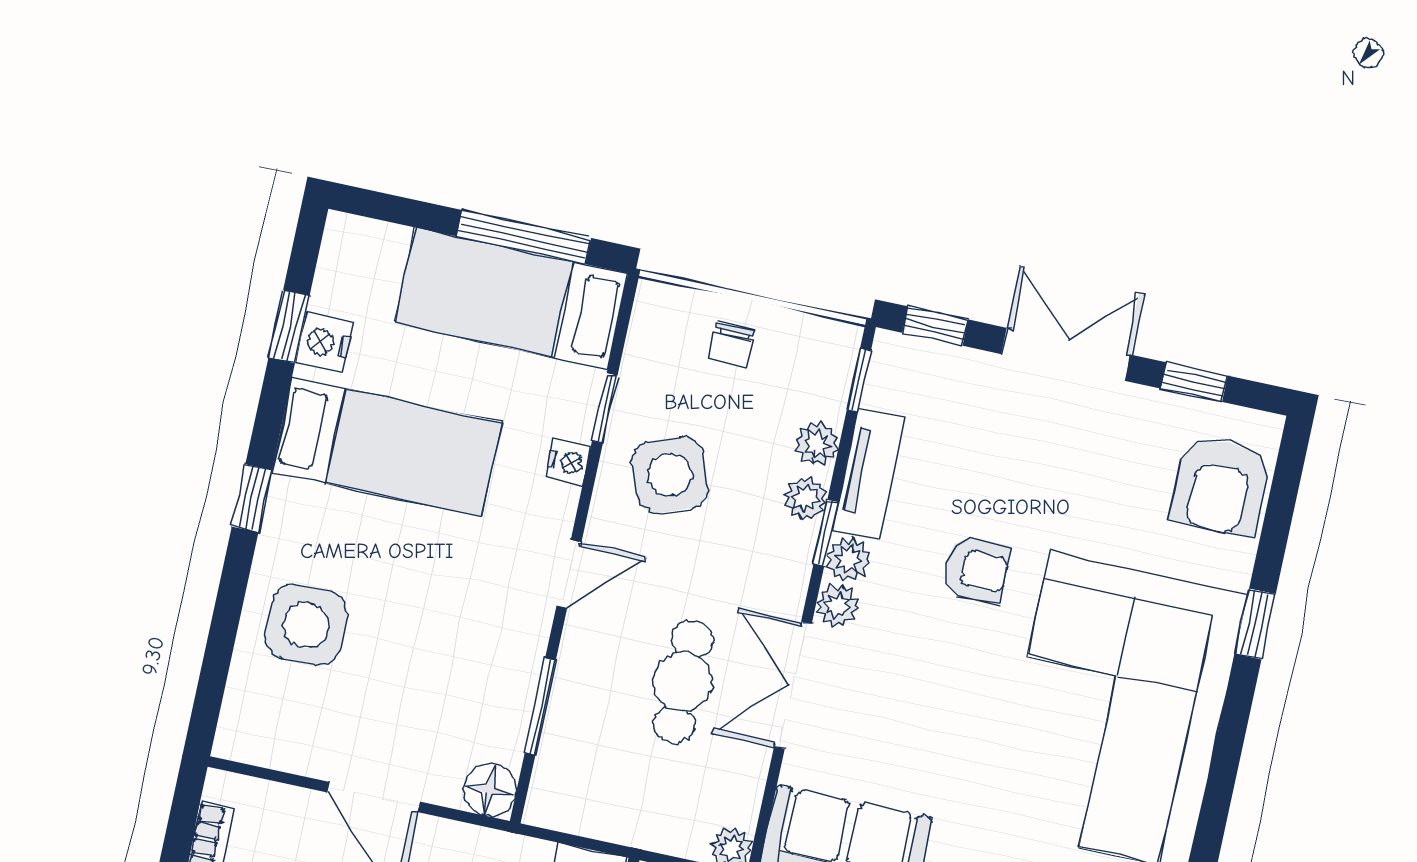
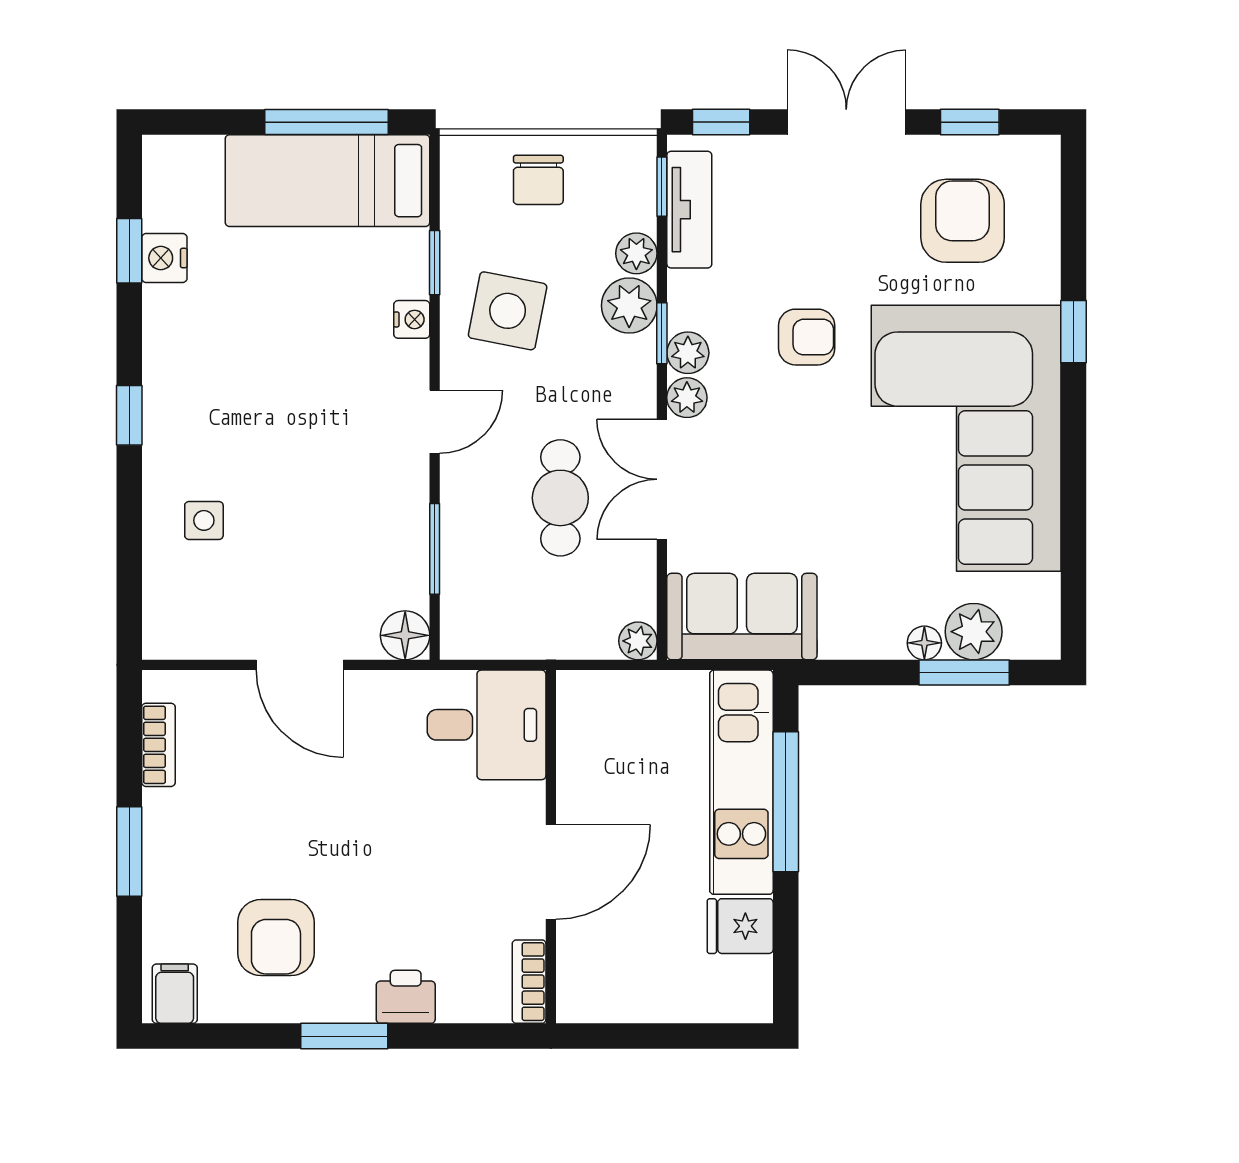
chair: (731, 345) -> (538, 180), width x1.37, depth x1.37
bed: (387, 447) -> (242, 341), removed
tv unit: (869, 472) -> (689, 210), moved
side table: (670, 475) -> (508, 311), turned 32
armchair: (1220, 486) -> (963, 221), moved, turned 180
plant: (806, 498) -> (629, 306), width x1.38, depth x1.38
side table: (306, 625) -> (204, 520), width x0.54, depth x0.54

